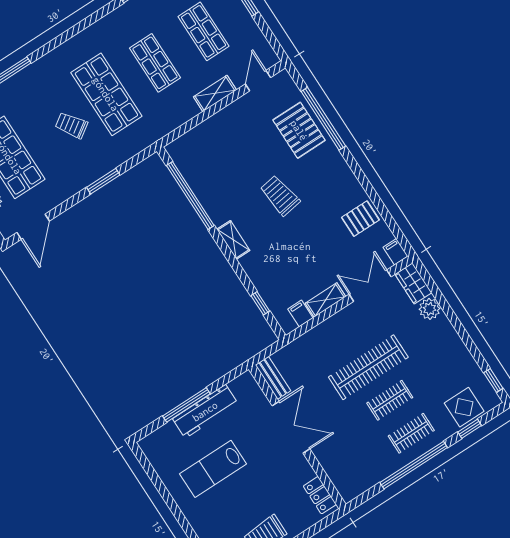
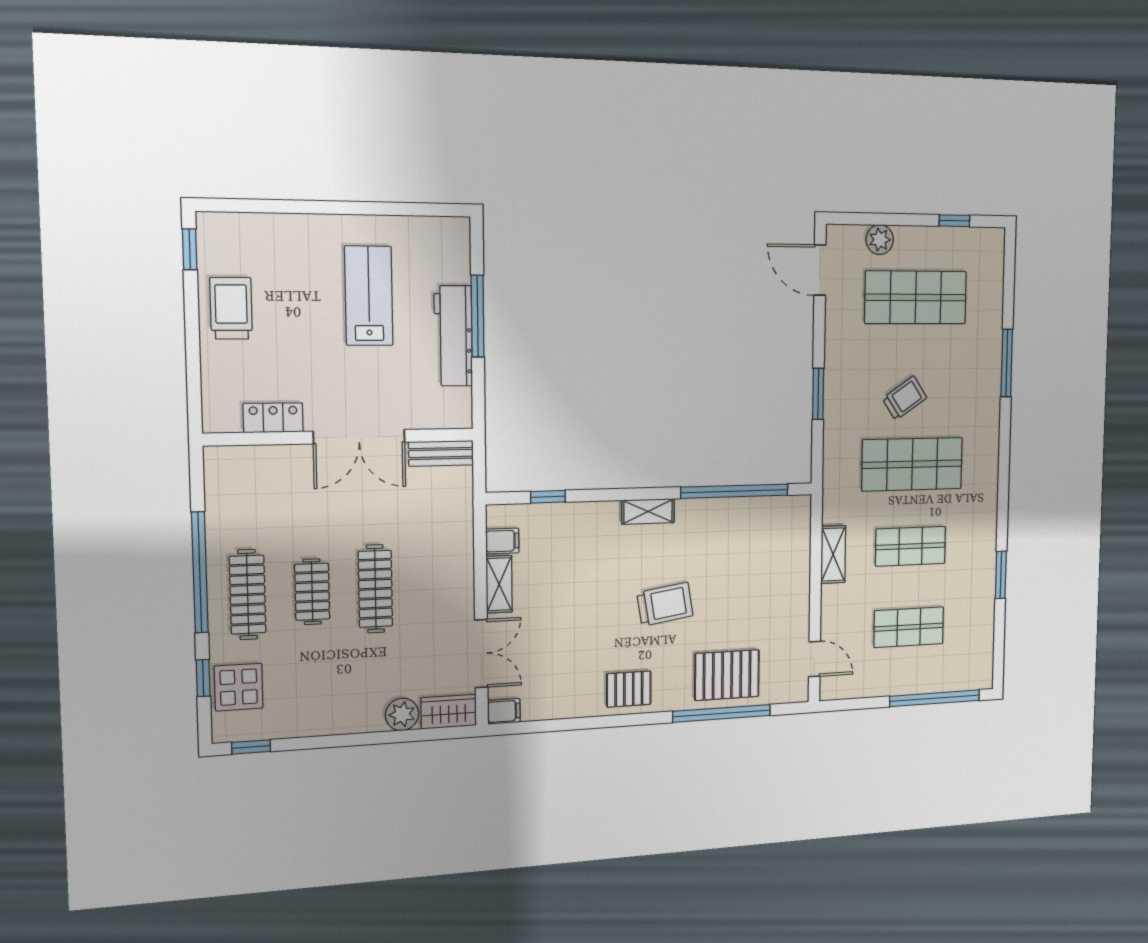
shelving: (215, 93) -> (833, 554), moved
pallet: (360, 219) -> (629, 689), moved, turned 90
clothes rail: (368, 367) -> (375, 589), width x0.73, depth x0.76
clothes rail: (411, 433) -> (248, 595), width x1.36
locker: (320, 495) -> (273, 418), moved

